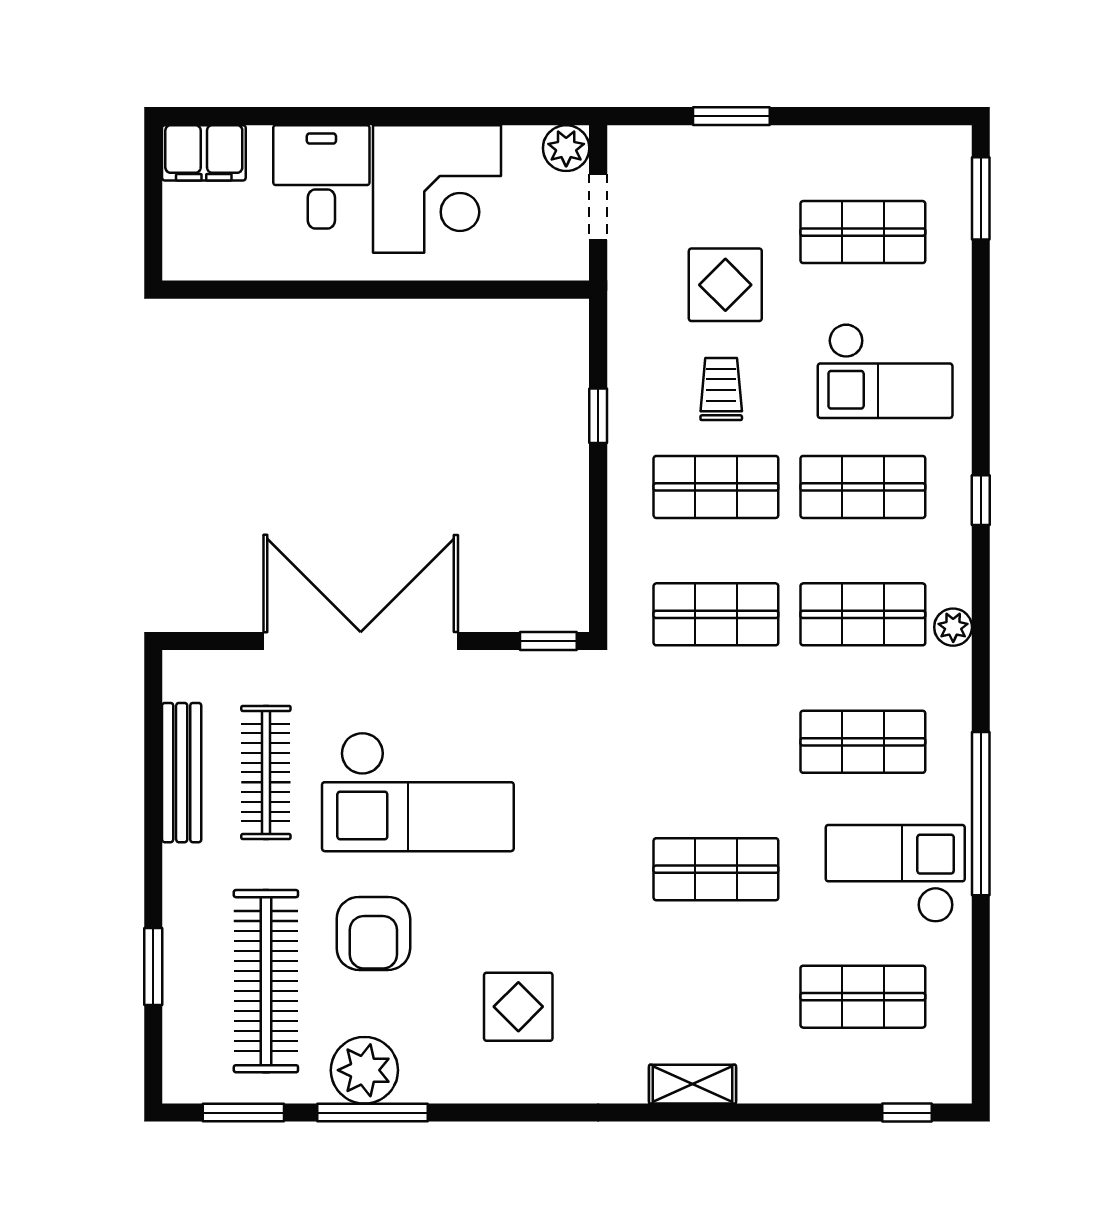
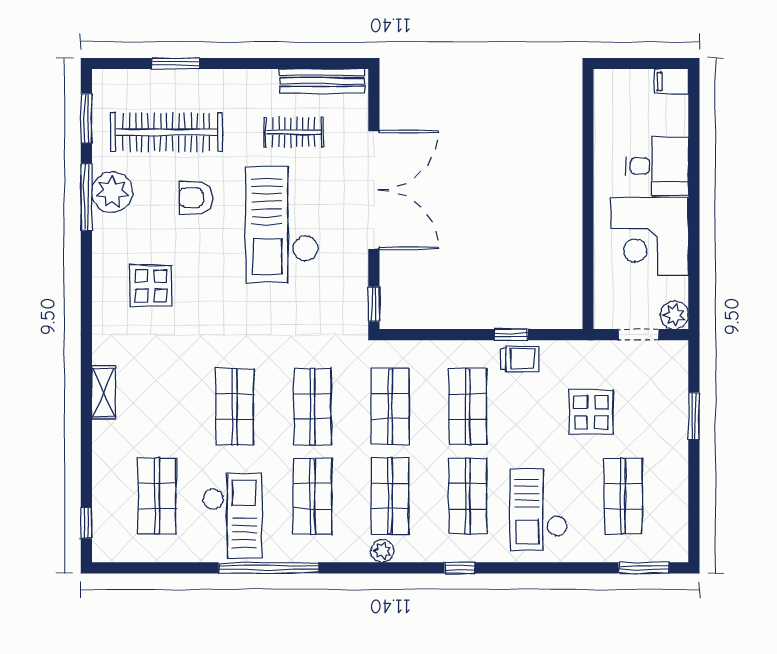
filing cabinet: (204, 153) -> (671, 82), width x0.50
trolley: (721, 389) -> (520, 359), moved
shop shelf: (716, 742) -> (312, 406), added
clothes rail: (266, 772) -> (294, 132), width x0.73
bench: (182, 773) -> (322, 81), moved
armchair: (373, 933) -> (196, 198), width x0.72, depth x0.72

